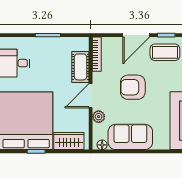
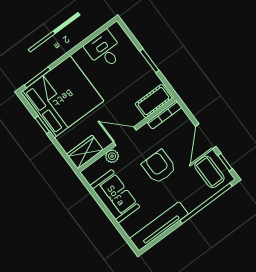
door: (136, 35) -> (206, 136), hinge flipped
cot: (80, 67) -> (154, 101), moved
wardrobe: (69, 141) -> (85, 152), moved, turned -90
floor lamp: (102, 145) -> (90, 177), removed

